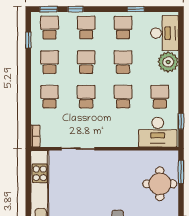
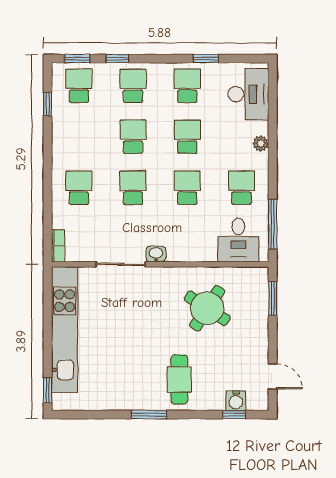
school desk: (49, 62) -> (79, 137), removed
plant: (168, 62) -> (261, 144), width x0.53, depth x0.53
window: (181, 121) -> (273, 224), width x2.17
desk: (158, 132) -> (238, 240), width x0.73
washbasin: (102, 142) -> (156, 254), added
round table: (160, 184) -> (207, 308), moved, turned 33

